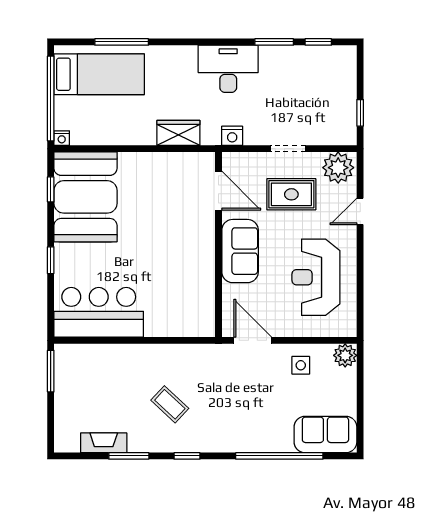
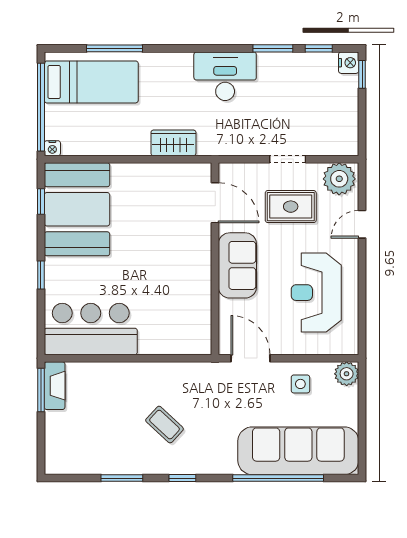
window: (360, 113) -> (362, 74), moved
nightstand: (232, 136) -> (349, 63), moved, turned -90
sofa: (325, 435) -> (298, 451), width x1.85, depth x1.27
fireplace: (104, 443) -> (55, 386), moved, turned 90

